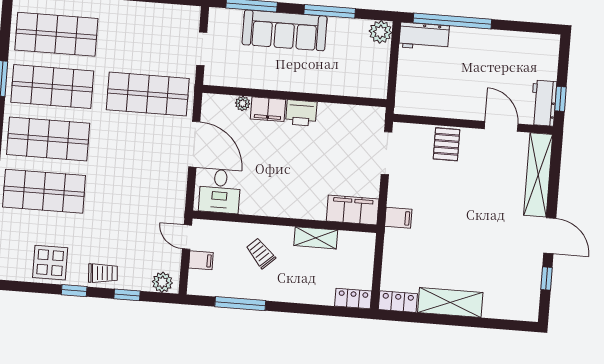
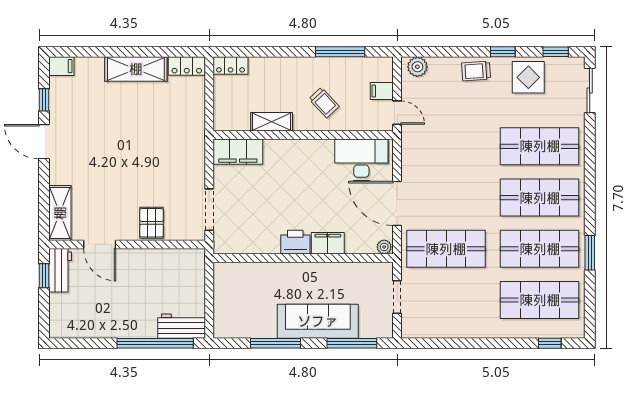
plant: (380, 32) -> (224, 327), removed
plant: (243, 103) -> (384, 247), moved
shelving: (538, 175) -> (60, 213), width x0.68
desk: (220, 191) -> (361, 160), width x1.37
filing cabinet: (398, 218) -> (61, 66), moved, turned 180
window: (127, 295) -> (556, 52), moved

